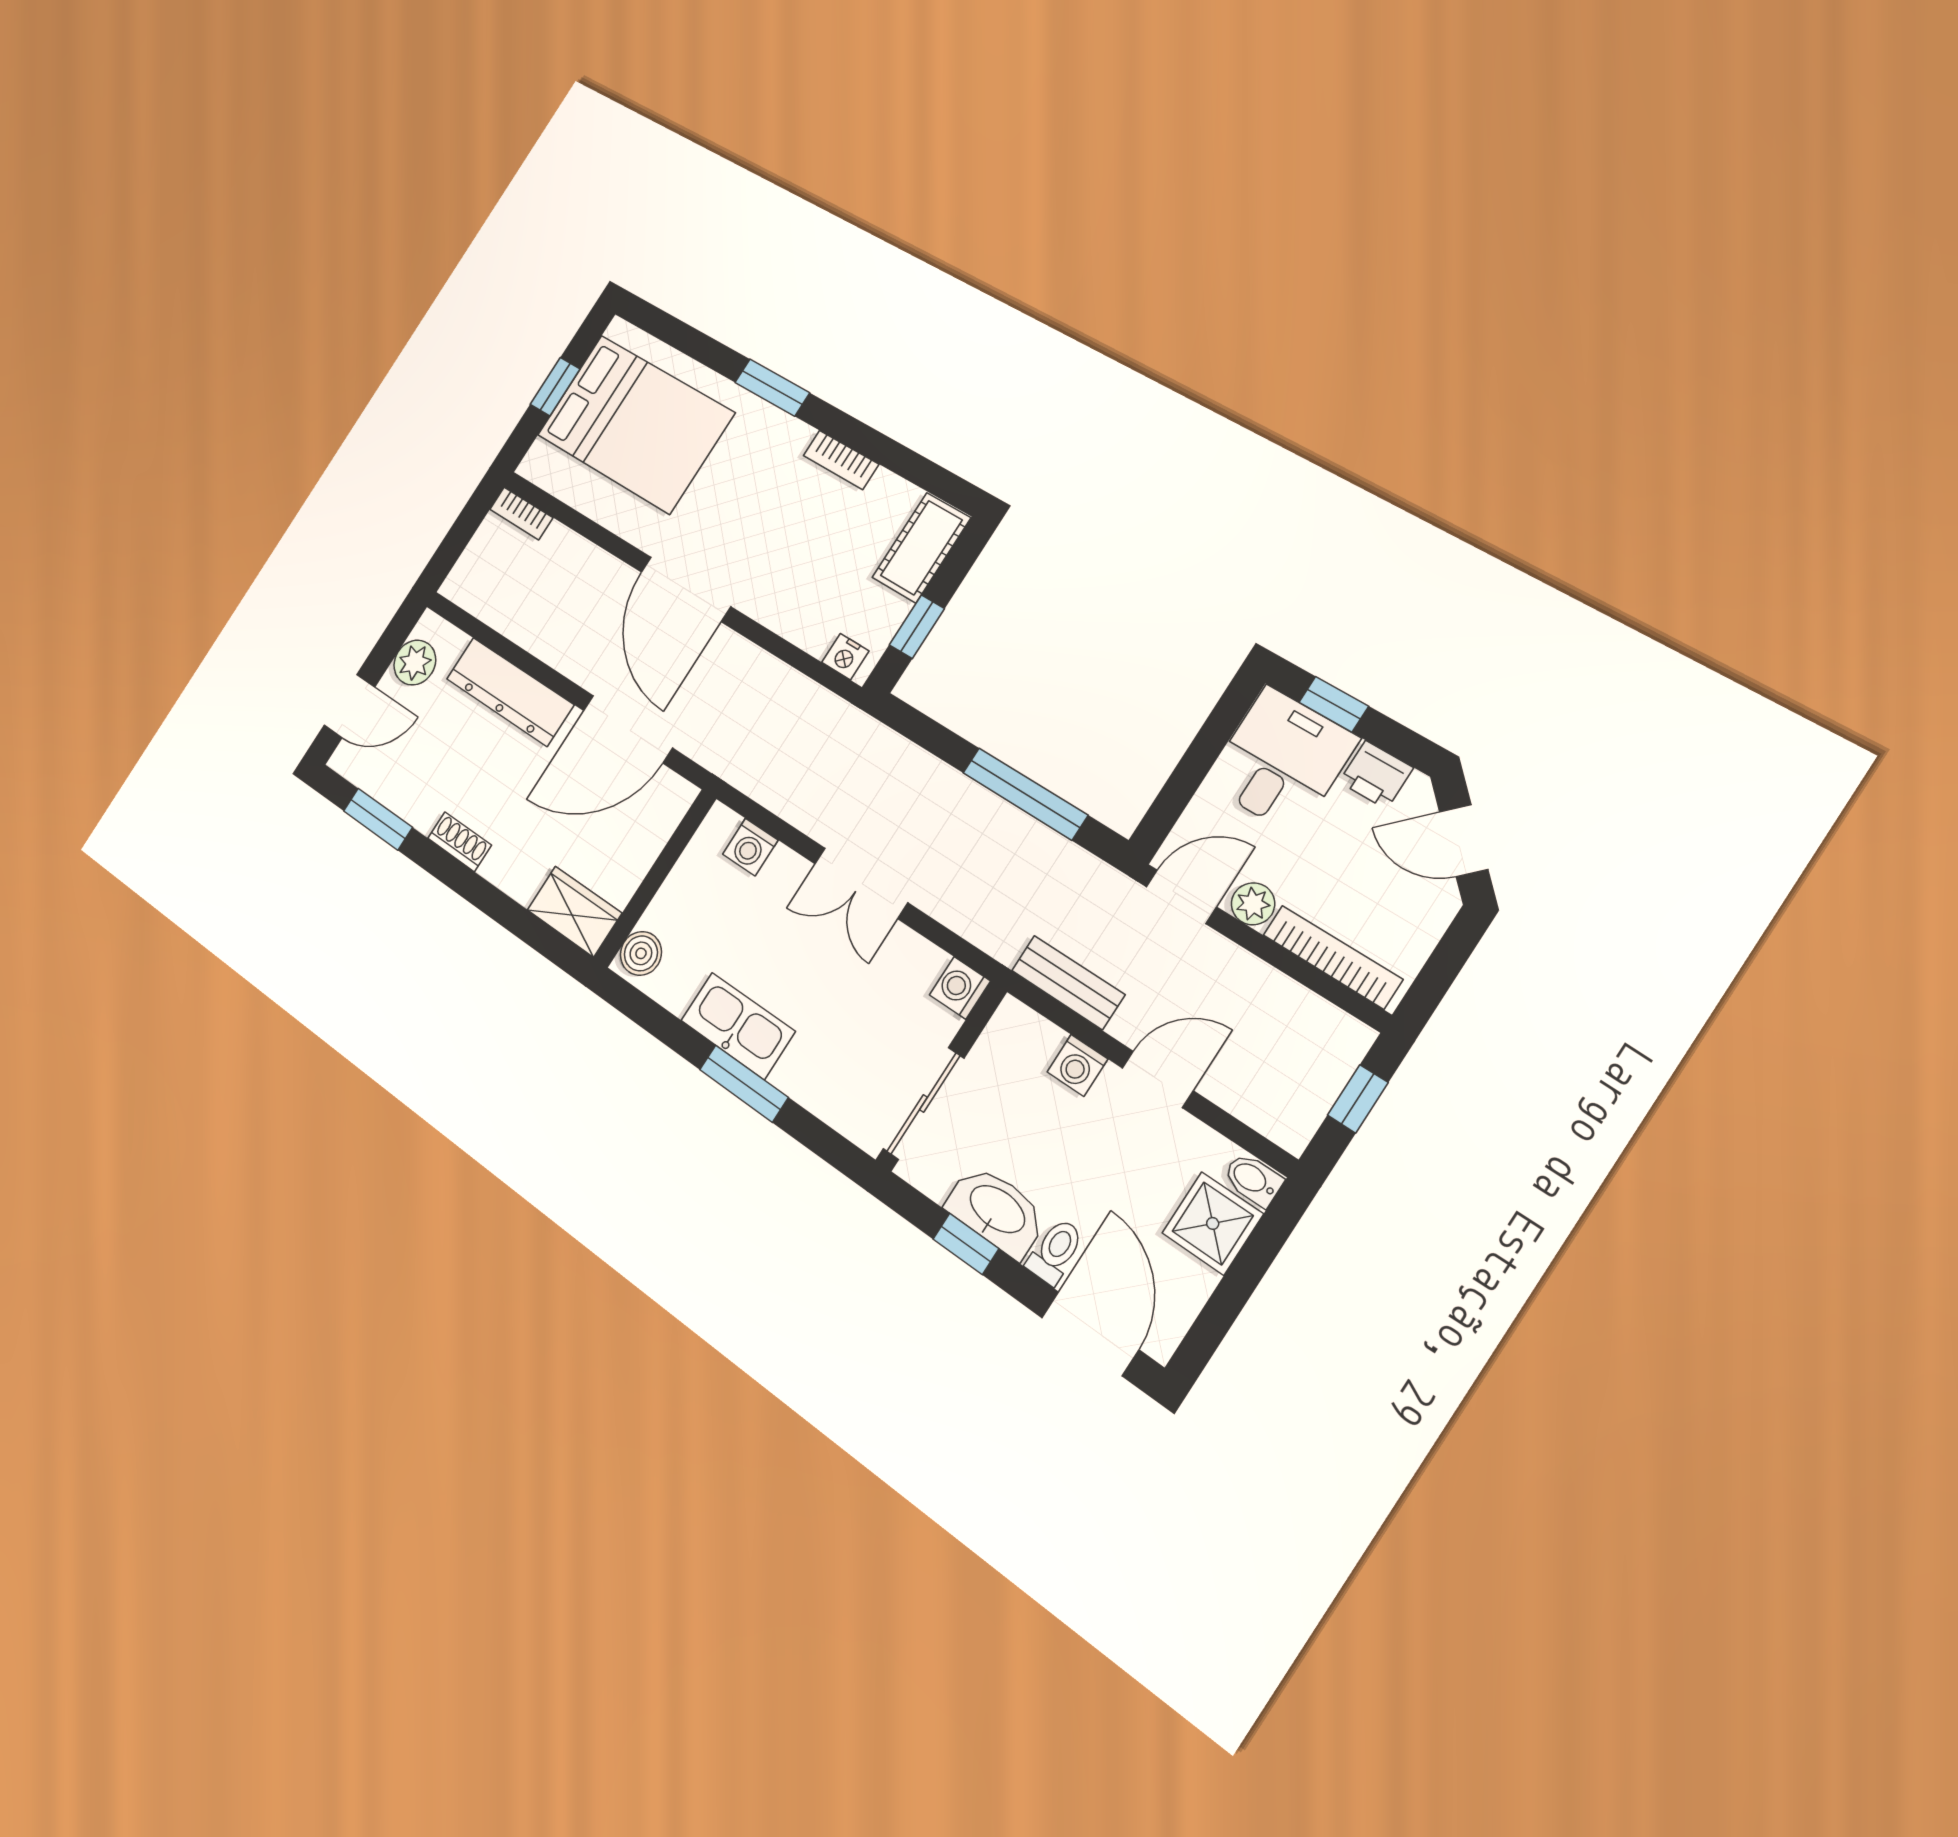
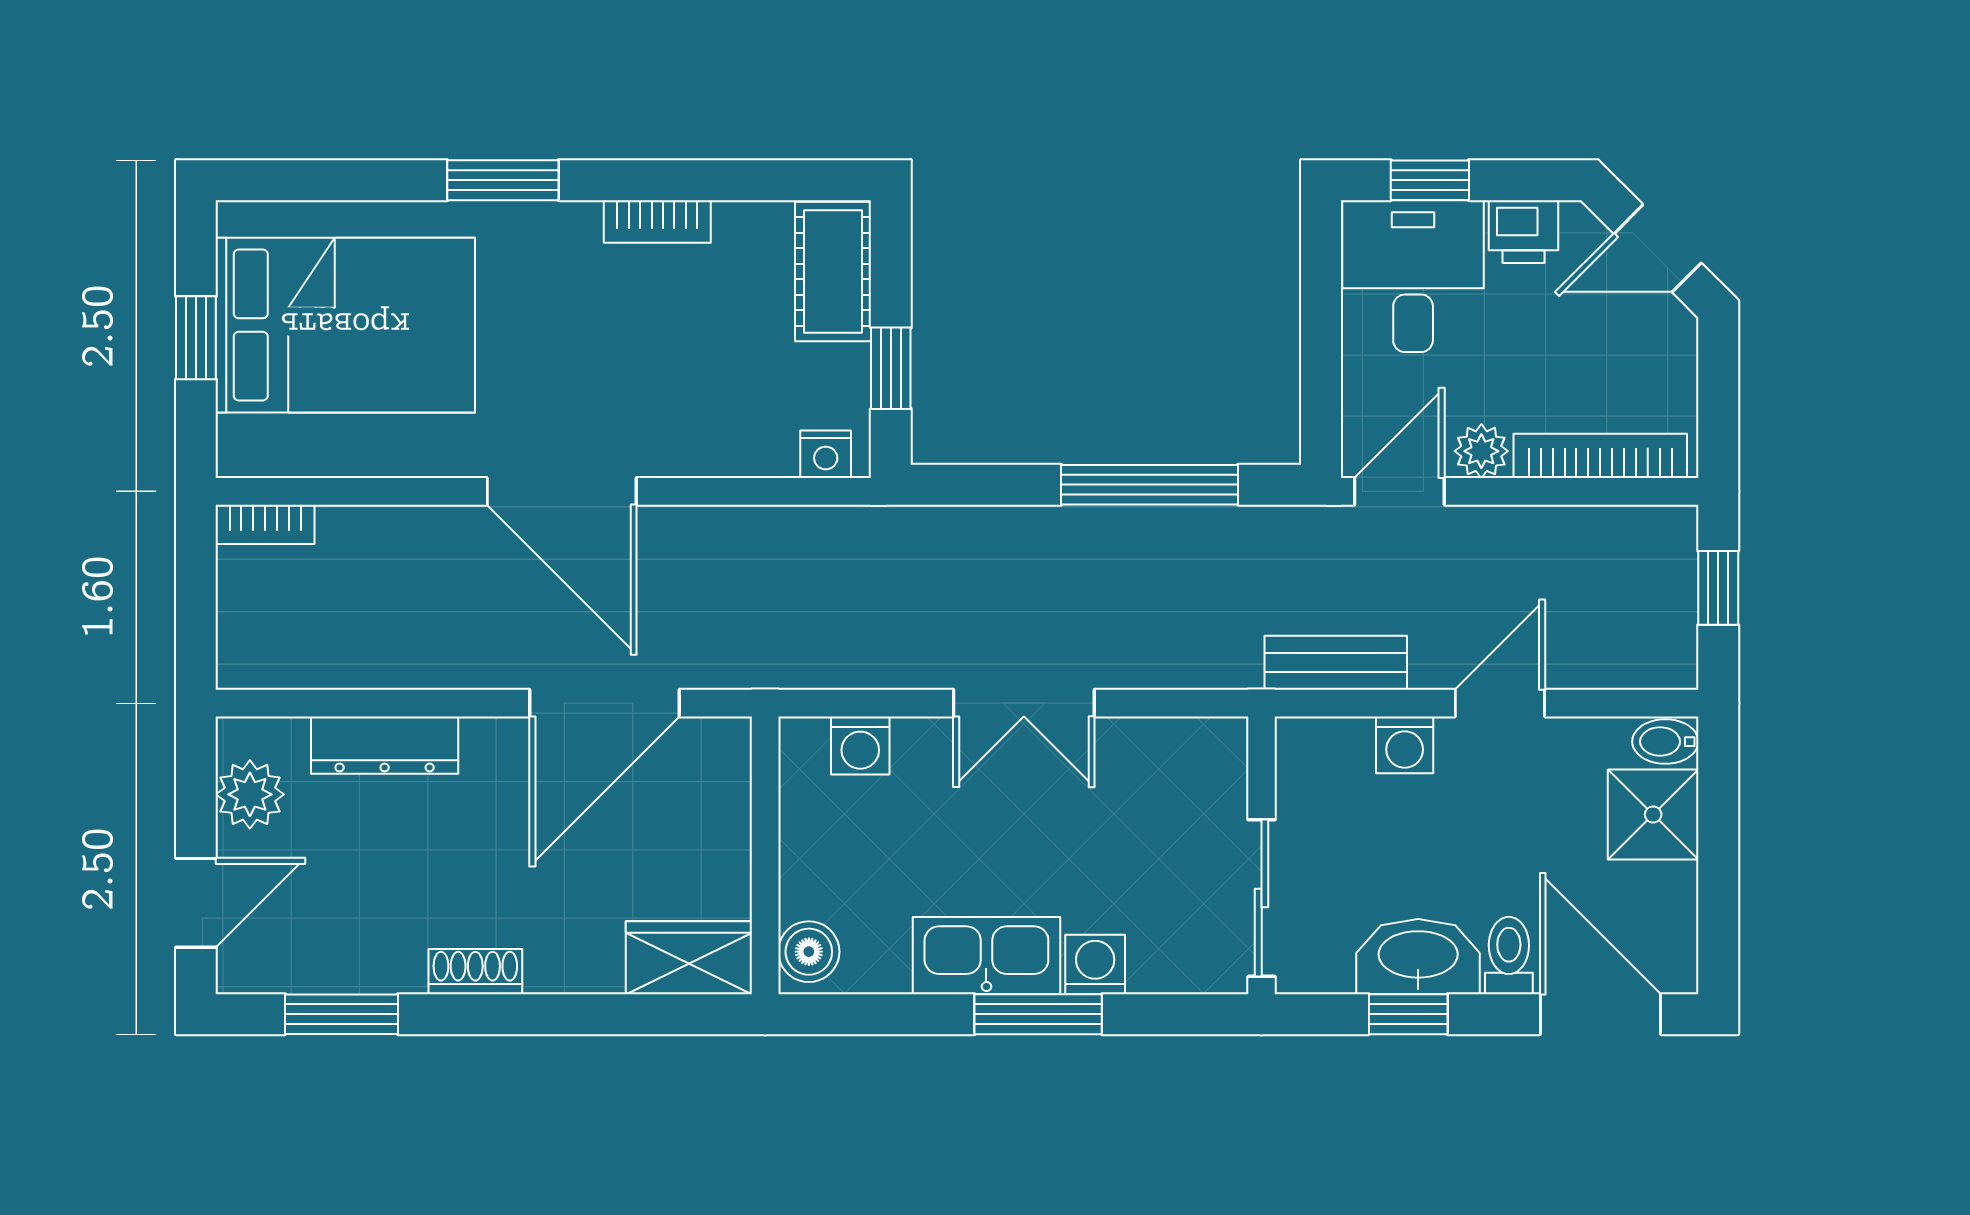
dresser: (510, 692) -> (385, 745), width x0.73, depth x0.80
washing machine: (960, 988) -> (1095, 965), moved, turned 90

